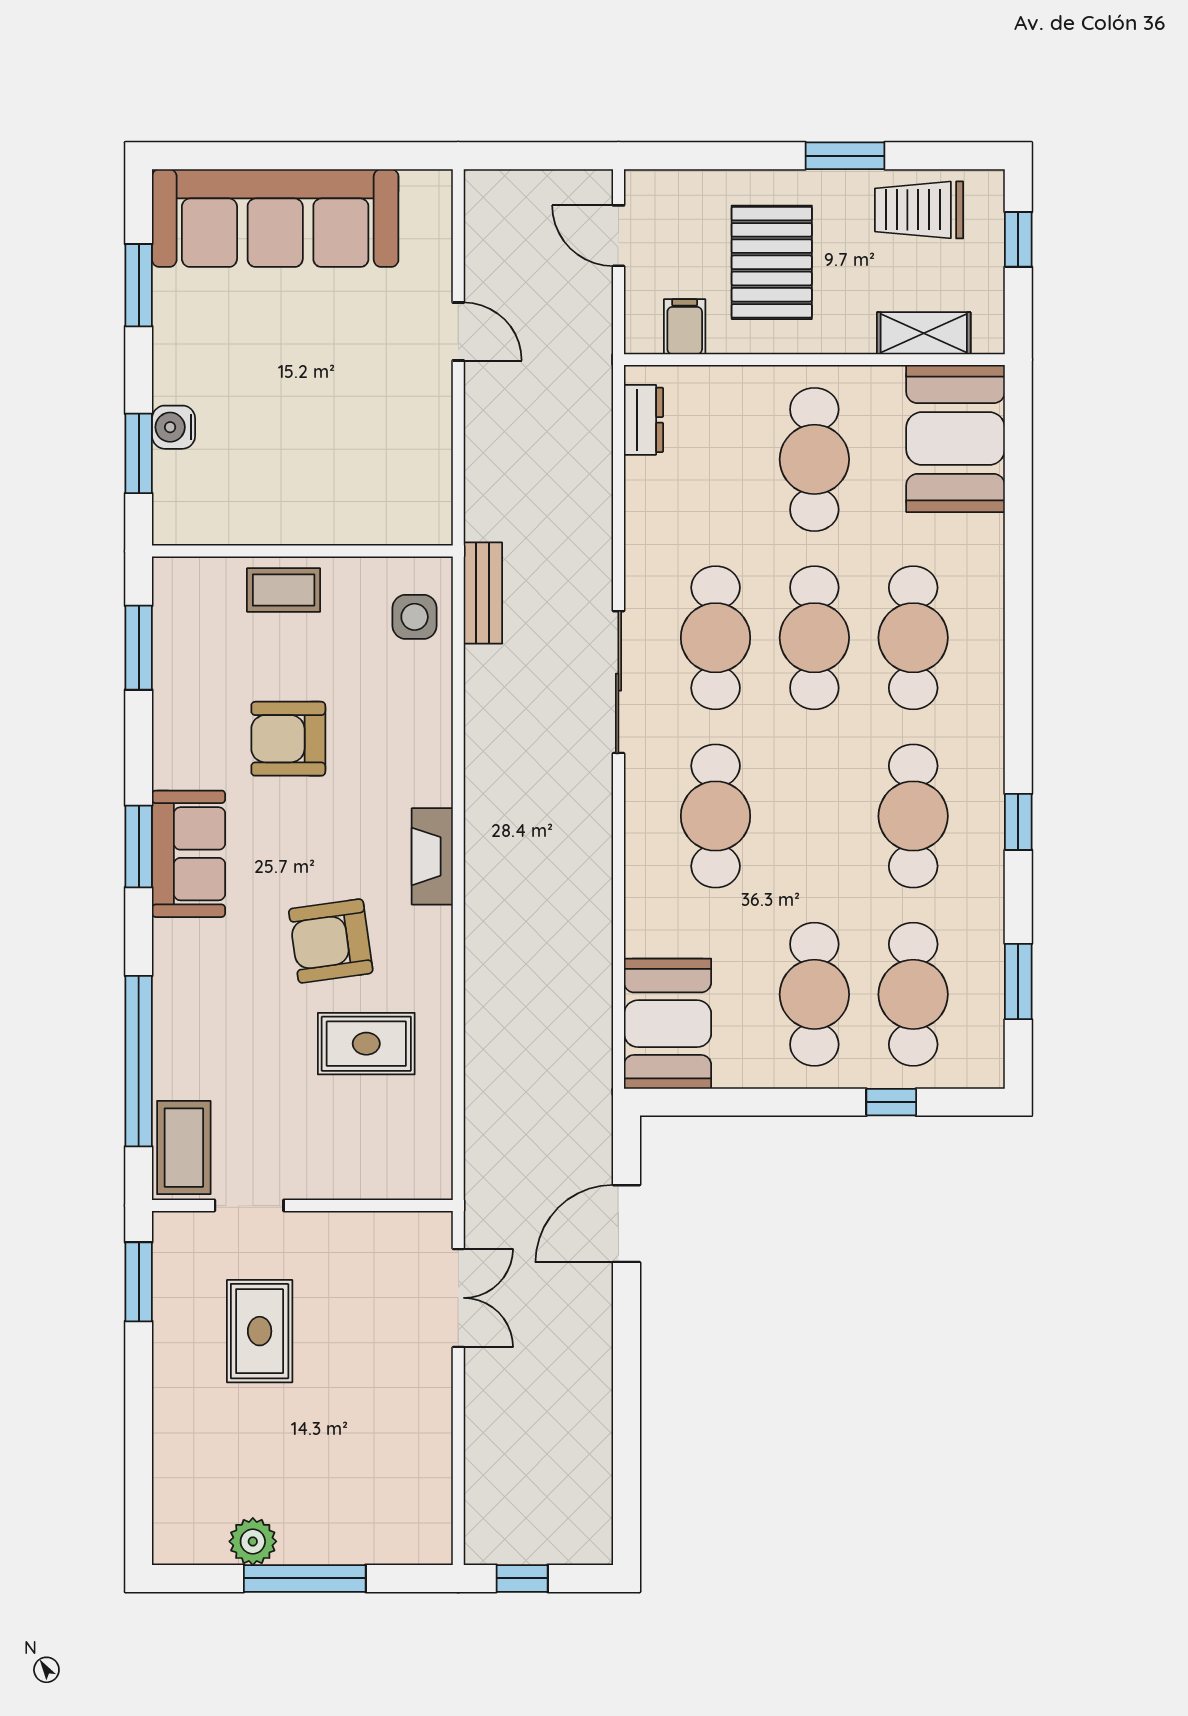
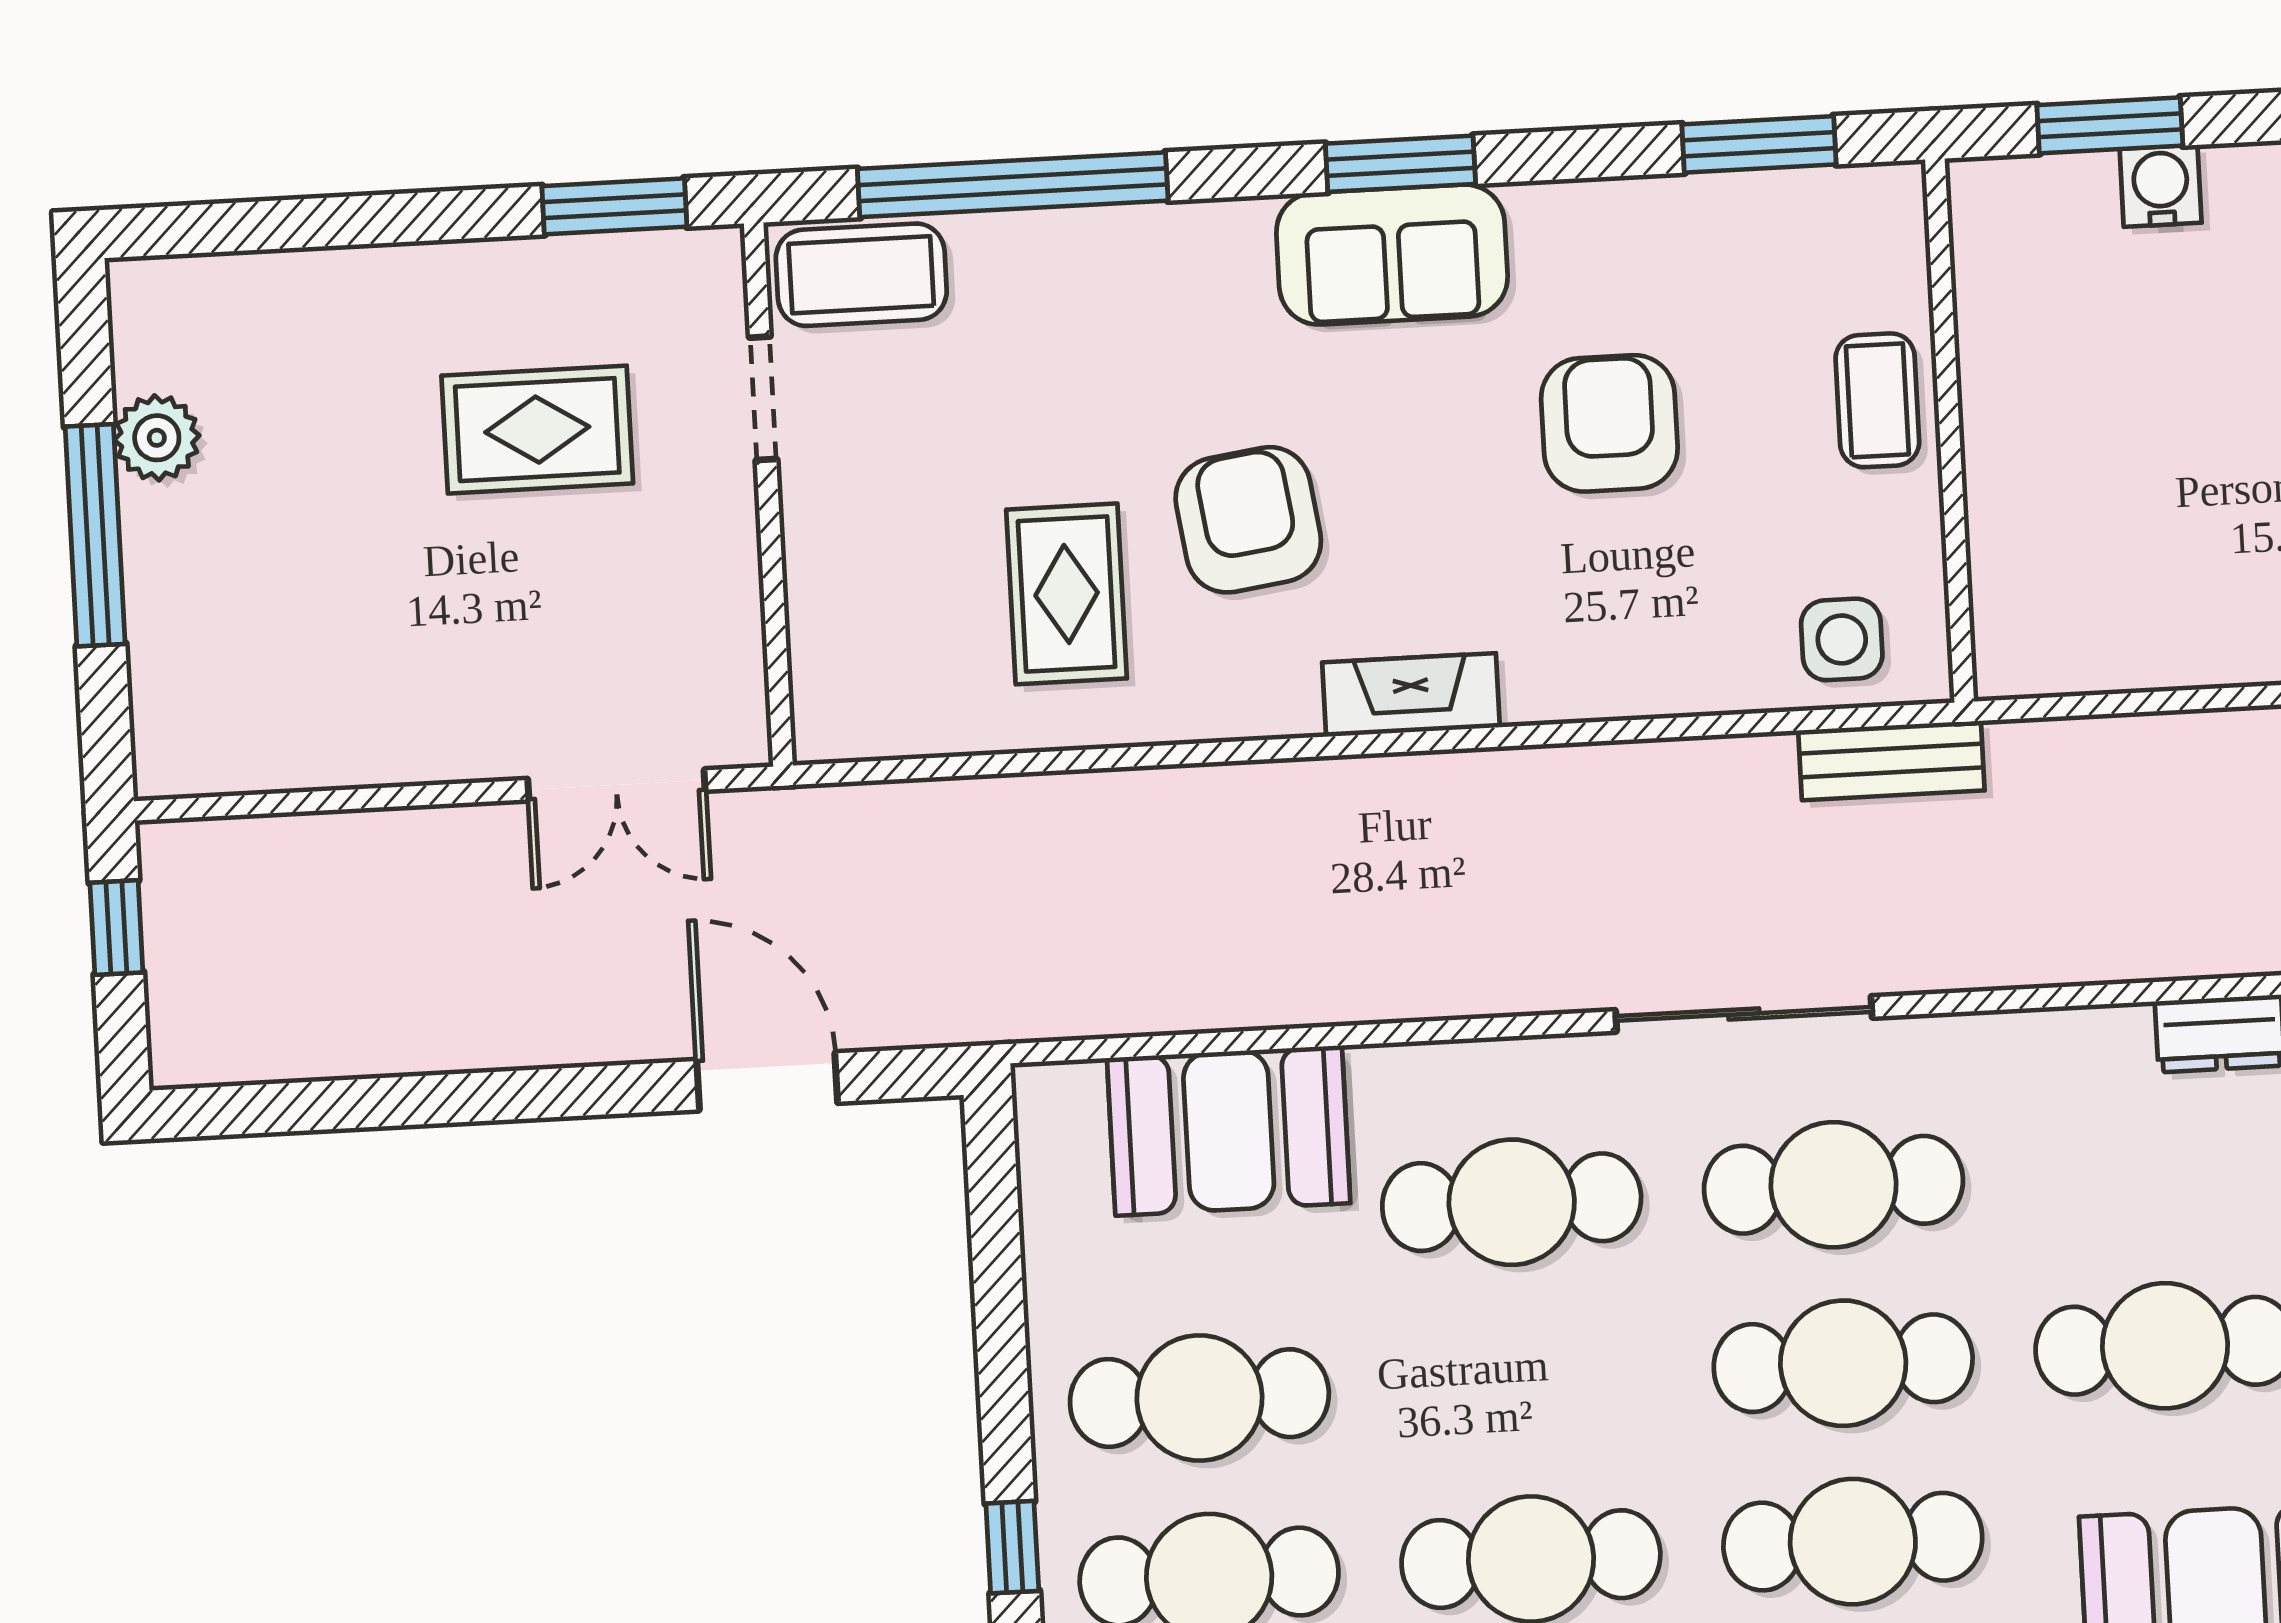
booth: (668, 1024) -> (1229, 1131), moved

